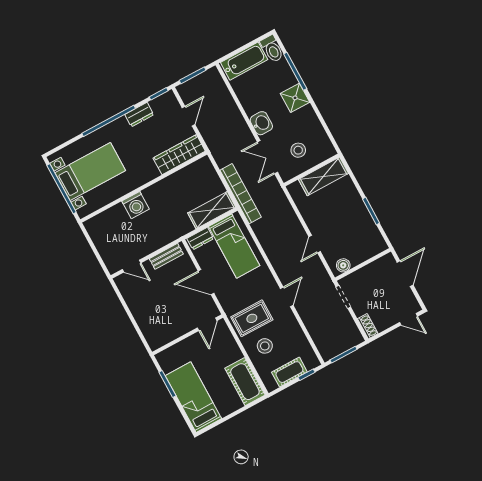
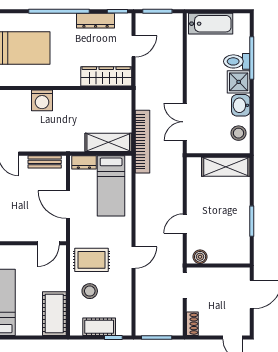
toilet: (272, 49) -> (237, 61), moved, turned 90
dresser: (139, 115) -> (96, 21), width x1.44
washbasin: (261, 123) -> (241, 105), moved, turned 180
stool: (298, 150) -> (239, 133), moved

